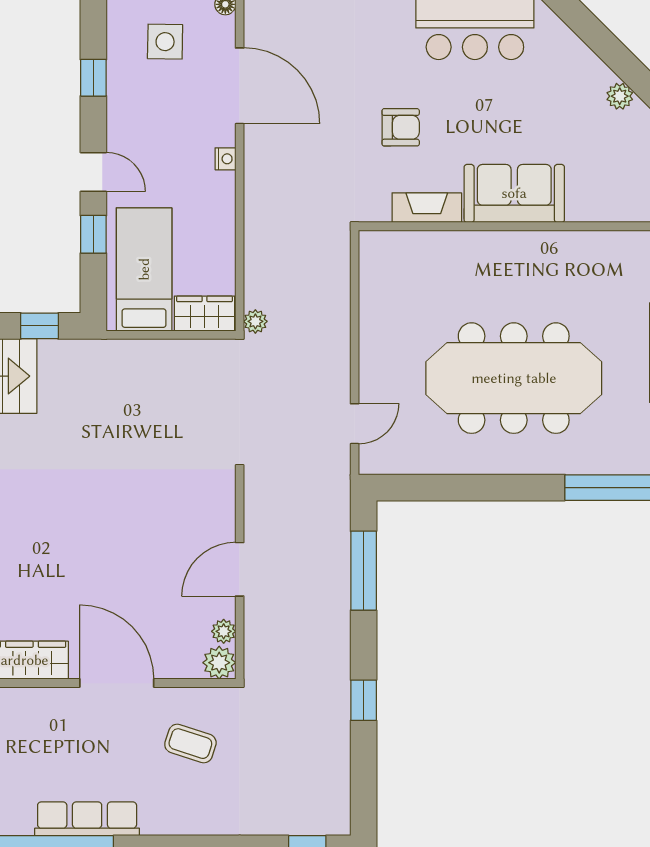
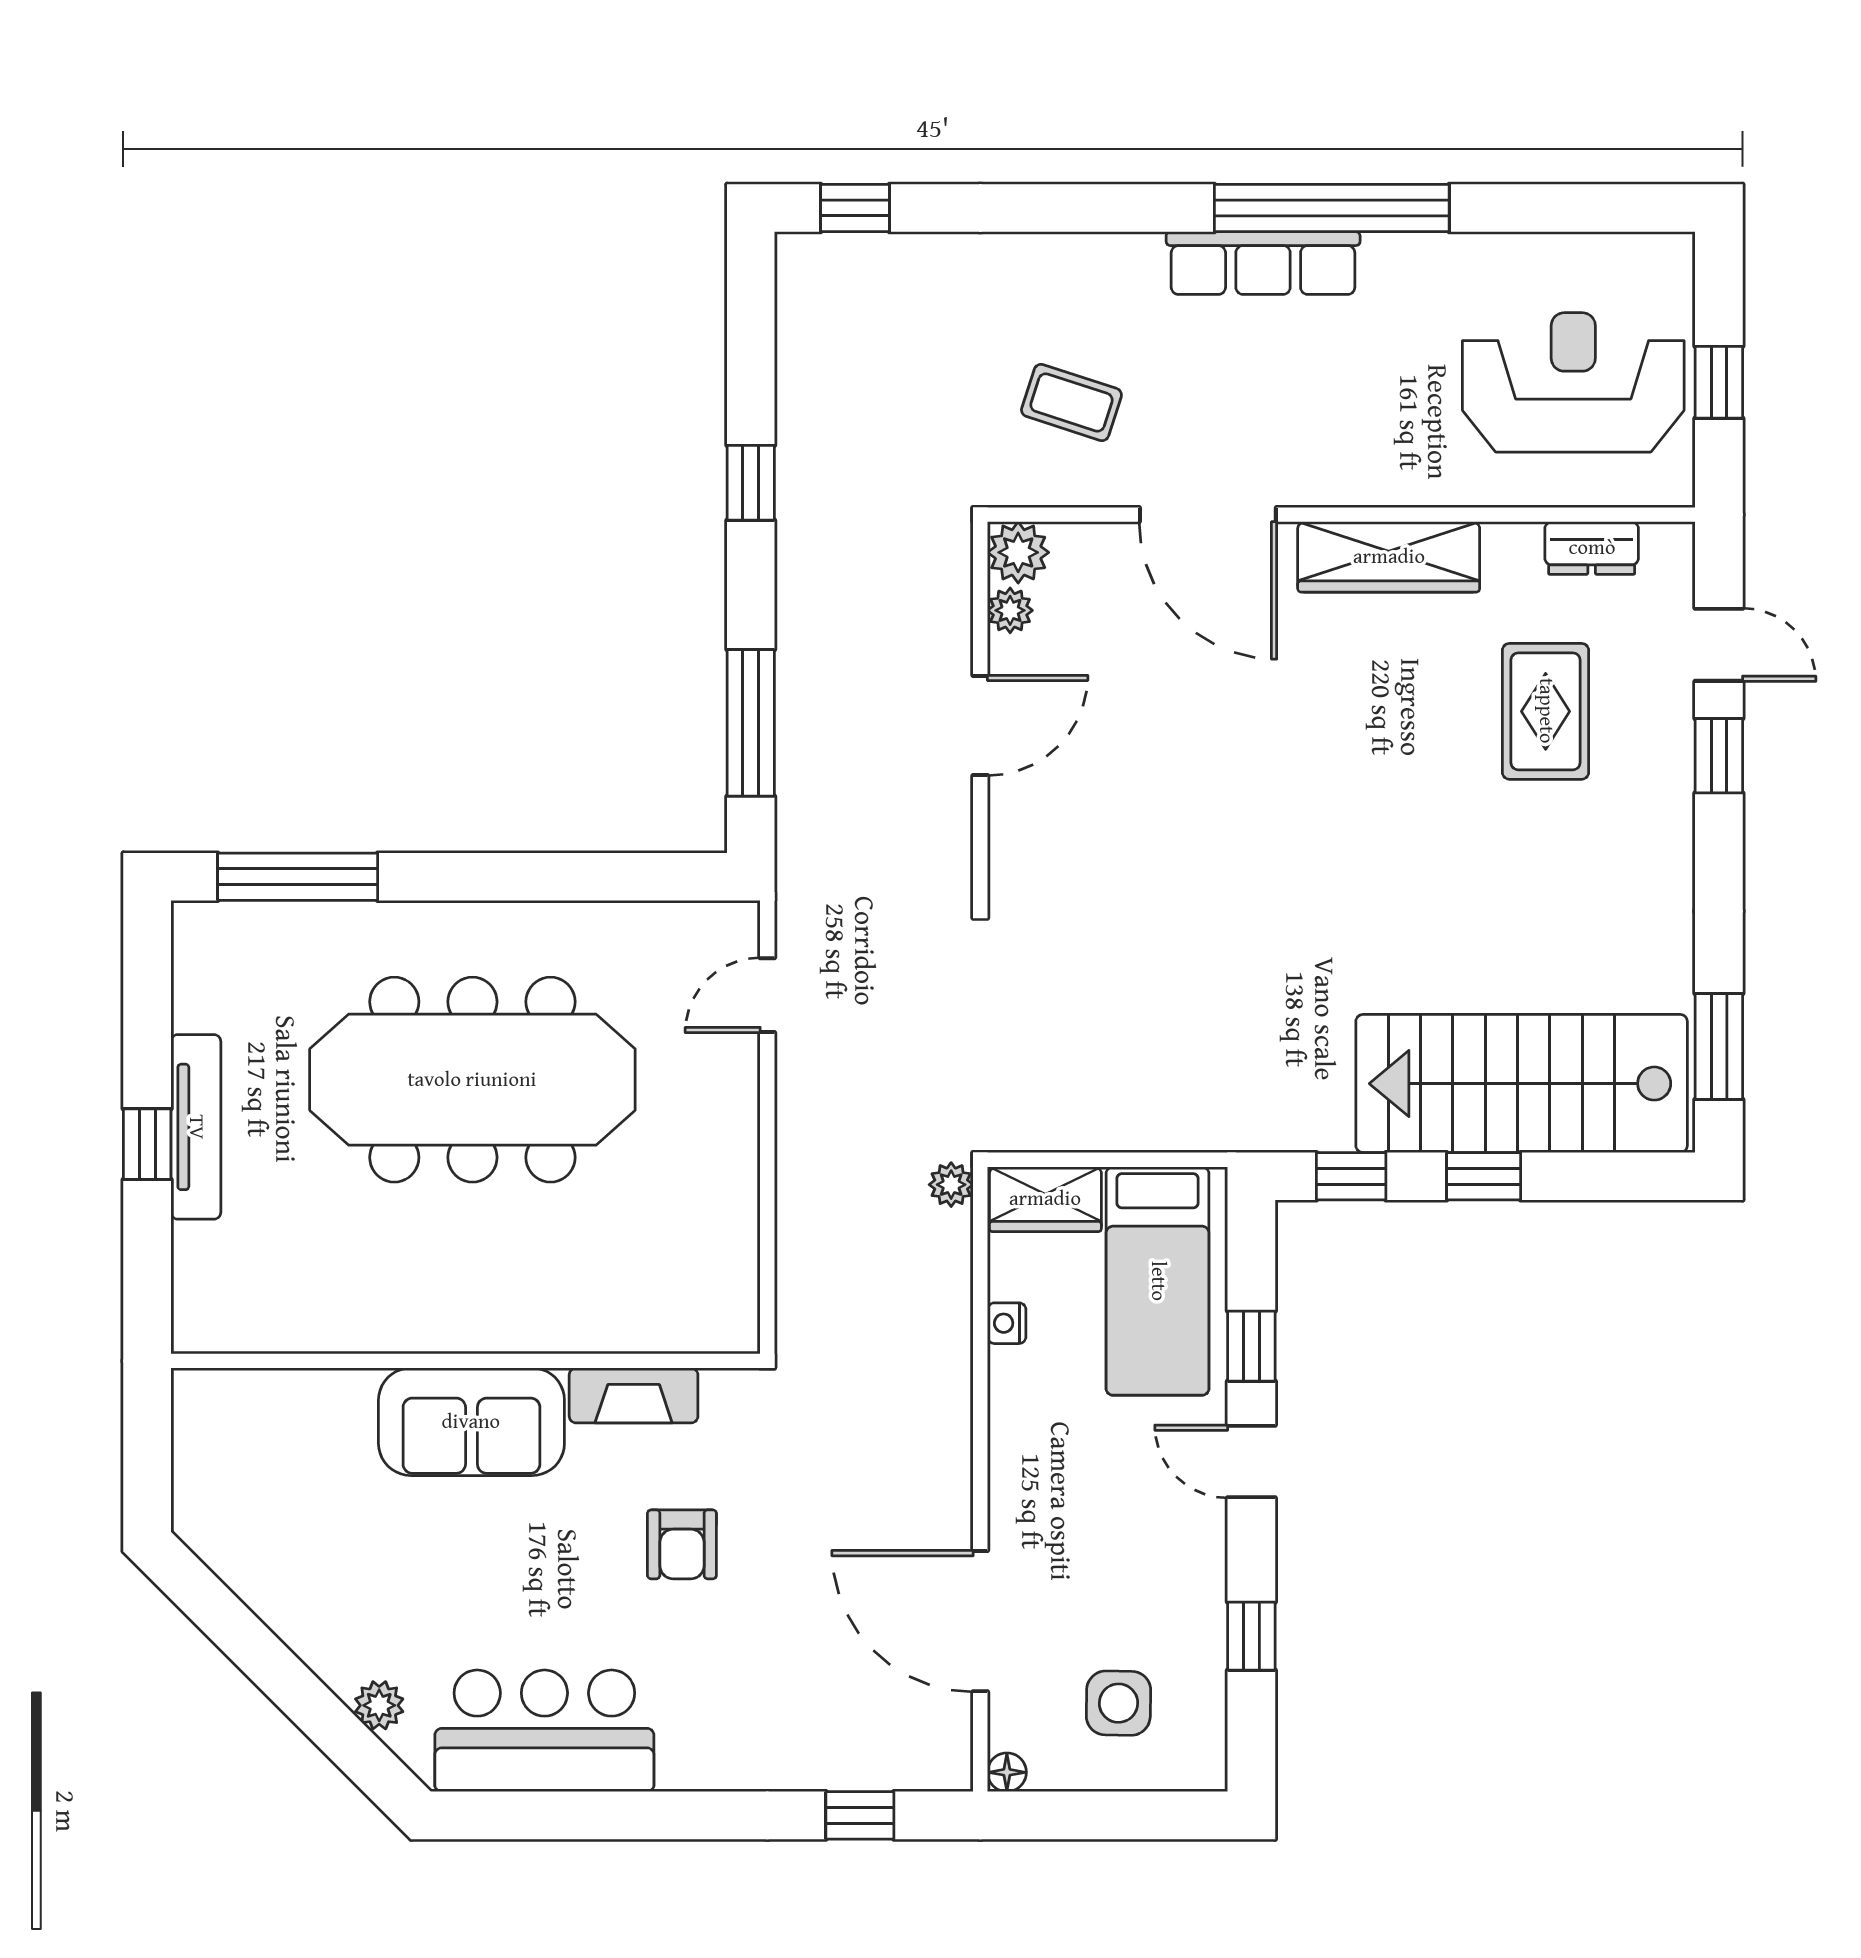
plant: (620, 96) -> (379, 1705), moved
armchair: (401, 127) -> (682, 1544), turned -90
nightstand: (225, 159) -> (1007, 1323), moved

